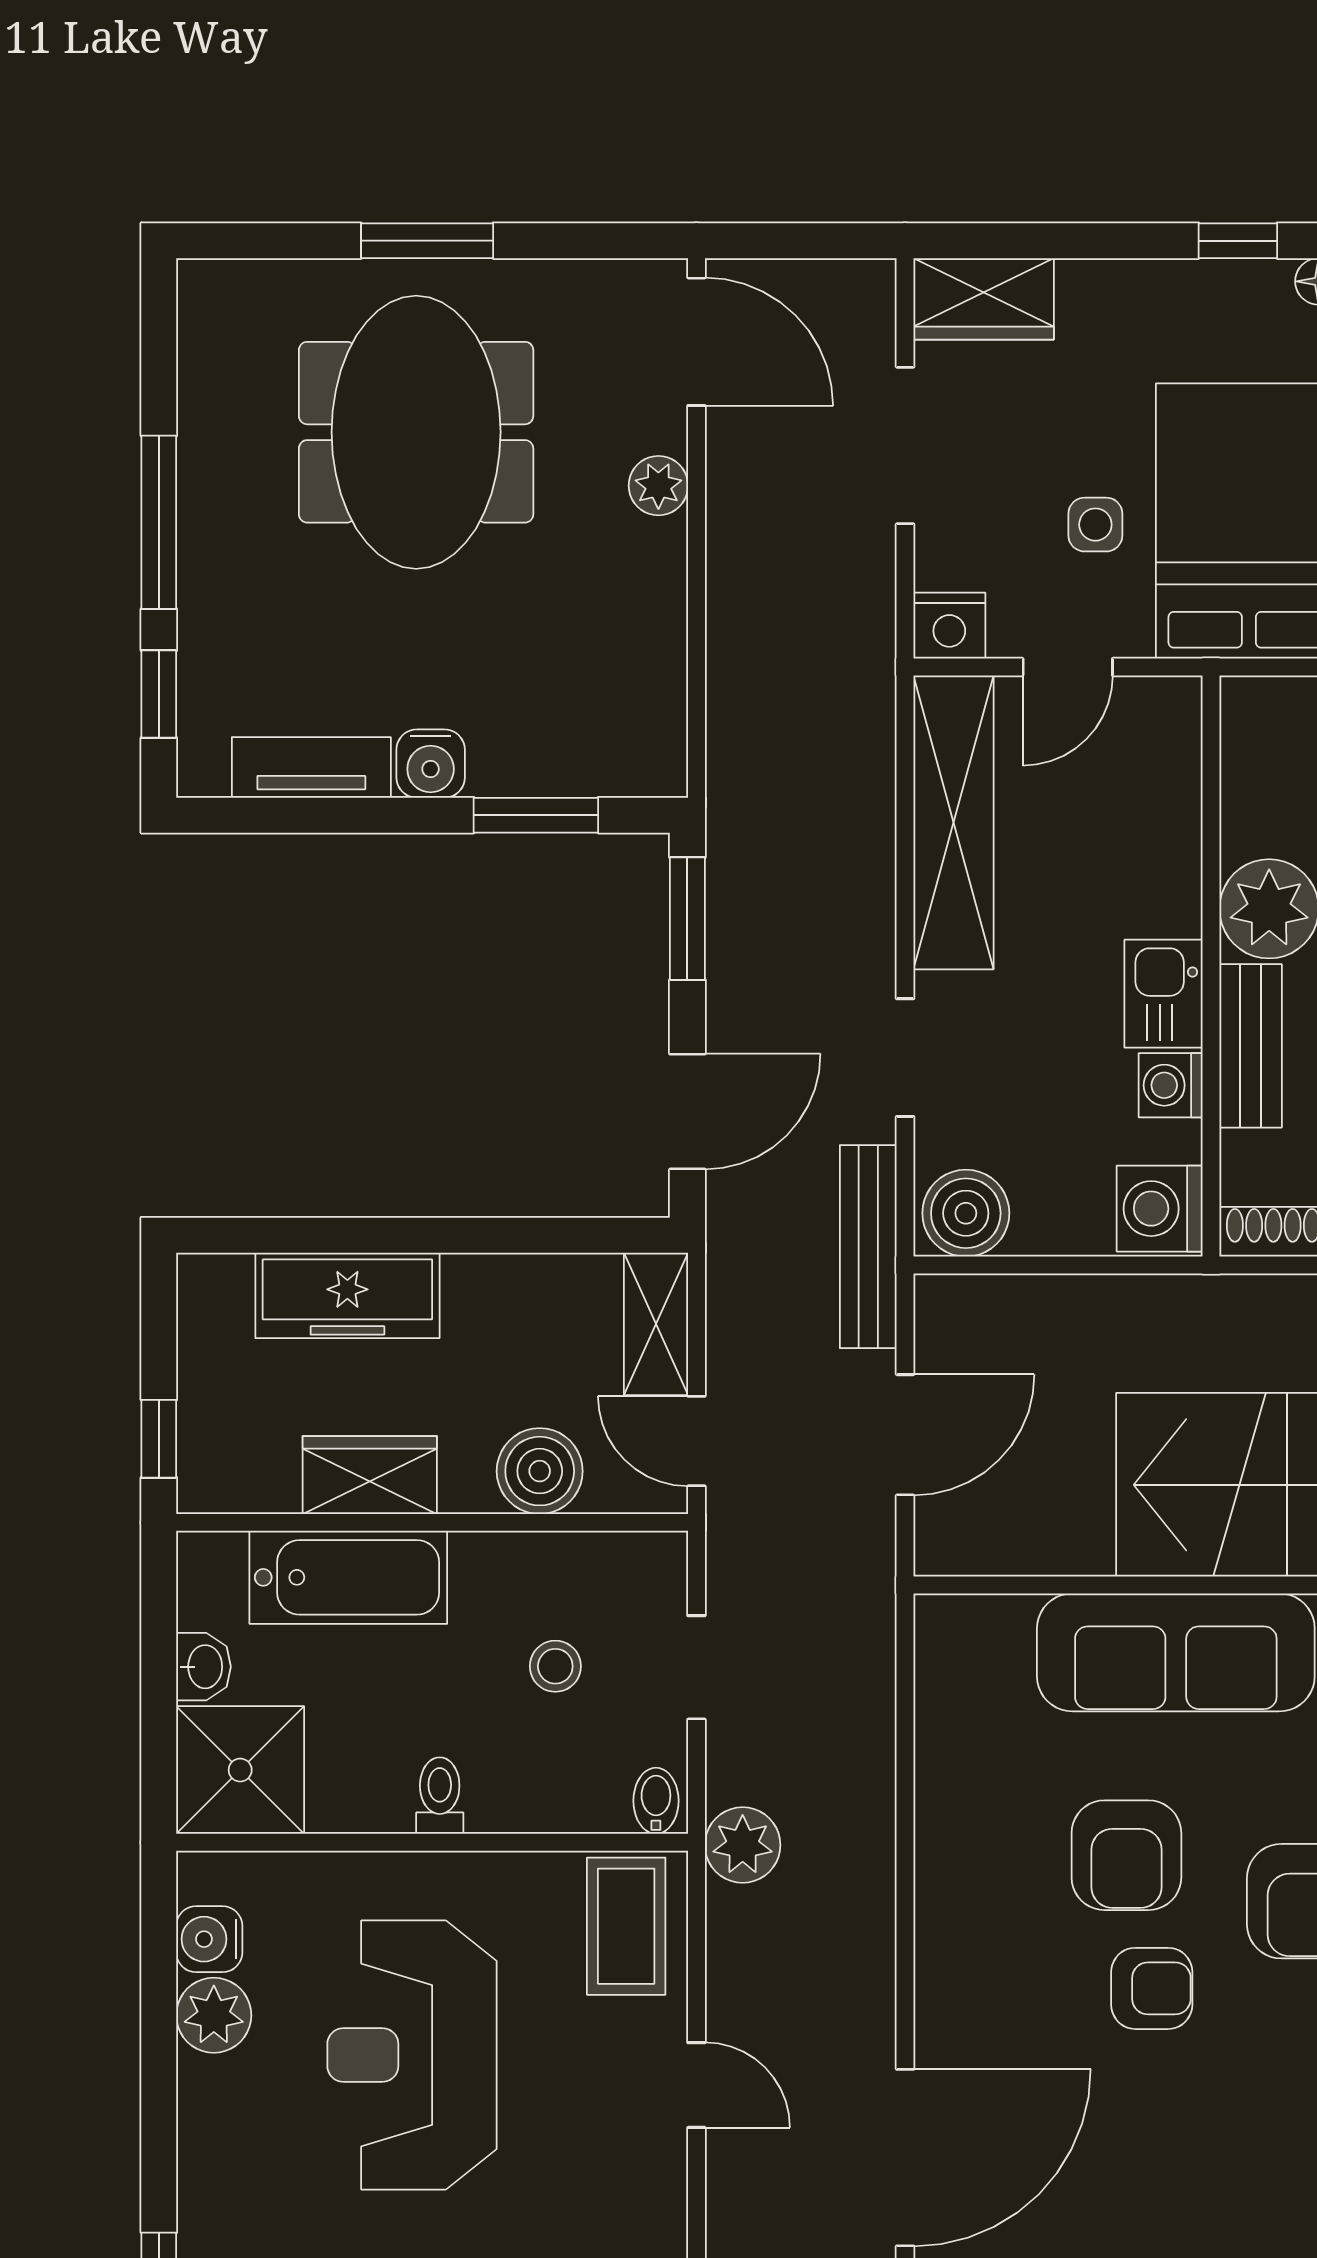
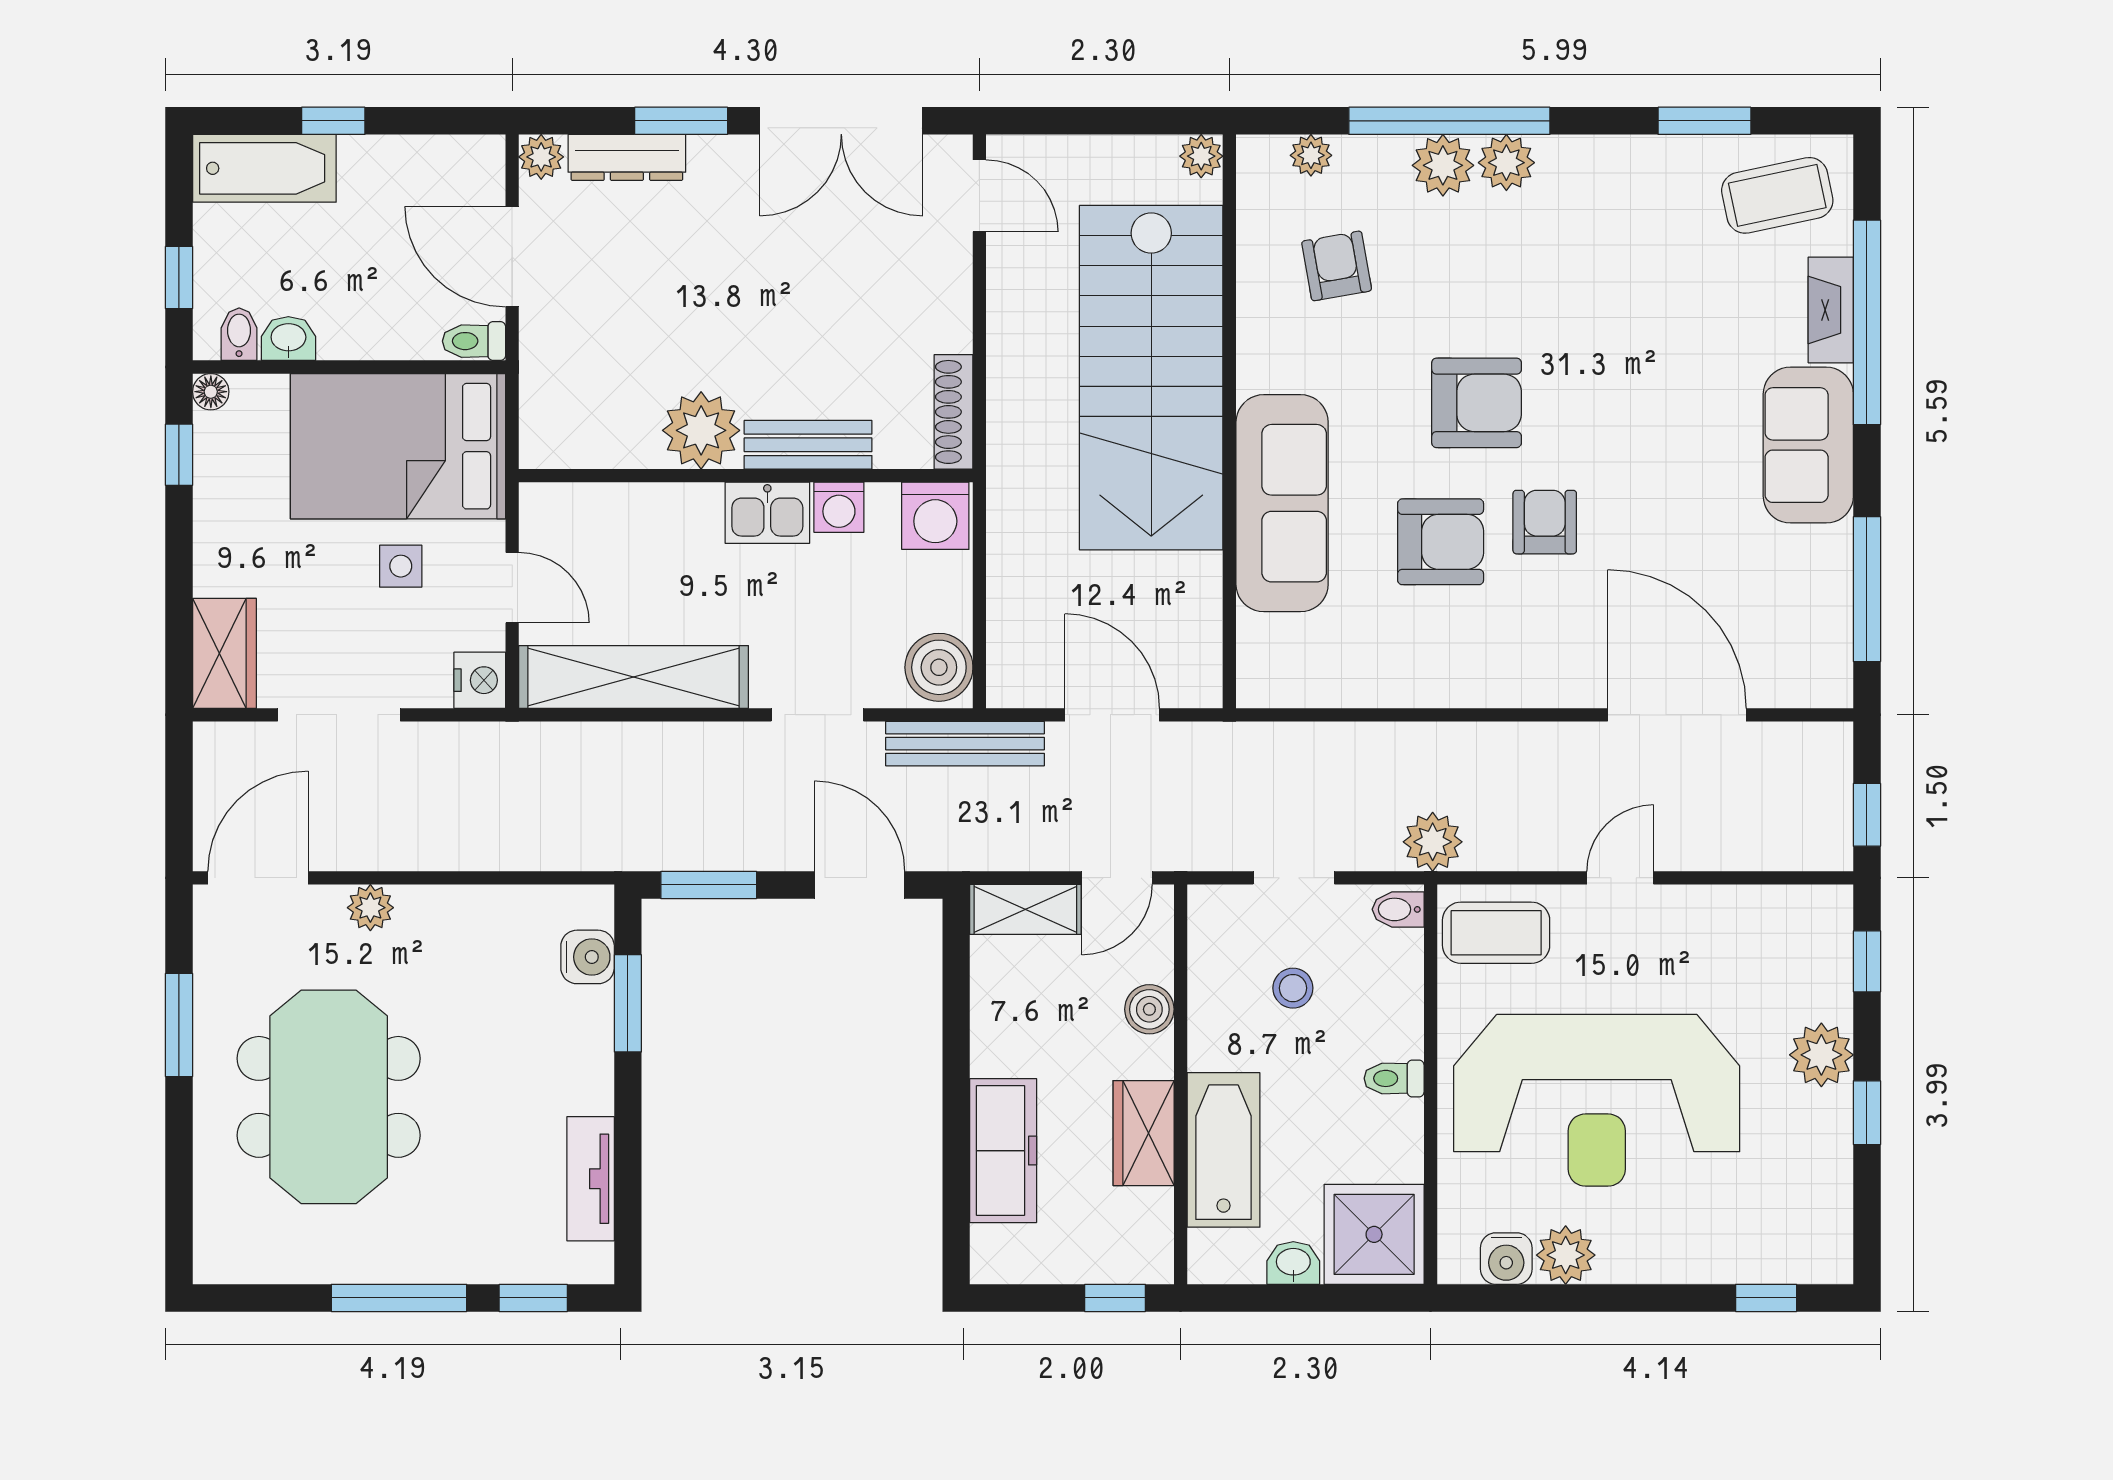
window: (427, 241) -> (179, 1025), moved
meeting table: (416, 432) -> (329, 1097), turned 90
water cooler: (431, 764) -> (588, 957), moved
boiler: (540, 1471) -> (1149, 1009), width x0.73, depth x0.73
reception desk: (412, 2055) -> (1597, 1100), width x1.36, depth x1.30

